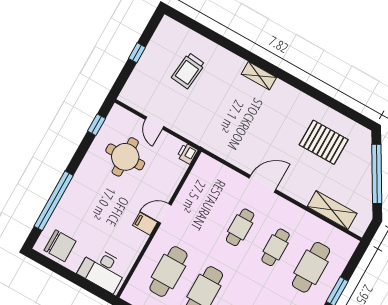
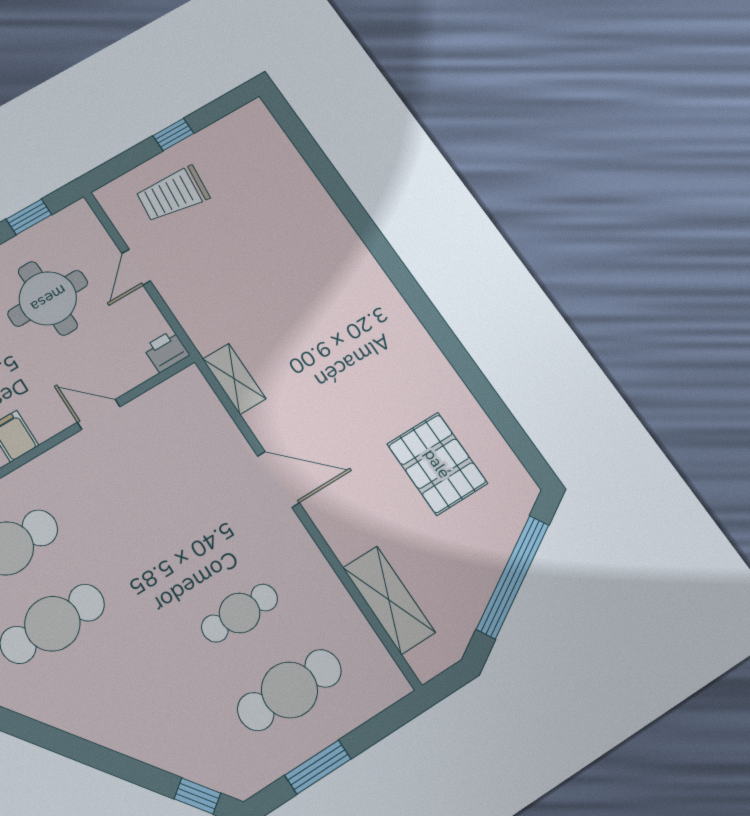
trolley: (188, 71) -> (173, 194), moved
shelving: (259, 76) -> (234, 379), moved
door: (165, 213) -> (99, 414), moved
cafe table: (240, 227) -> (191, 538), removed

